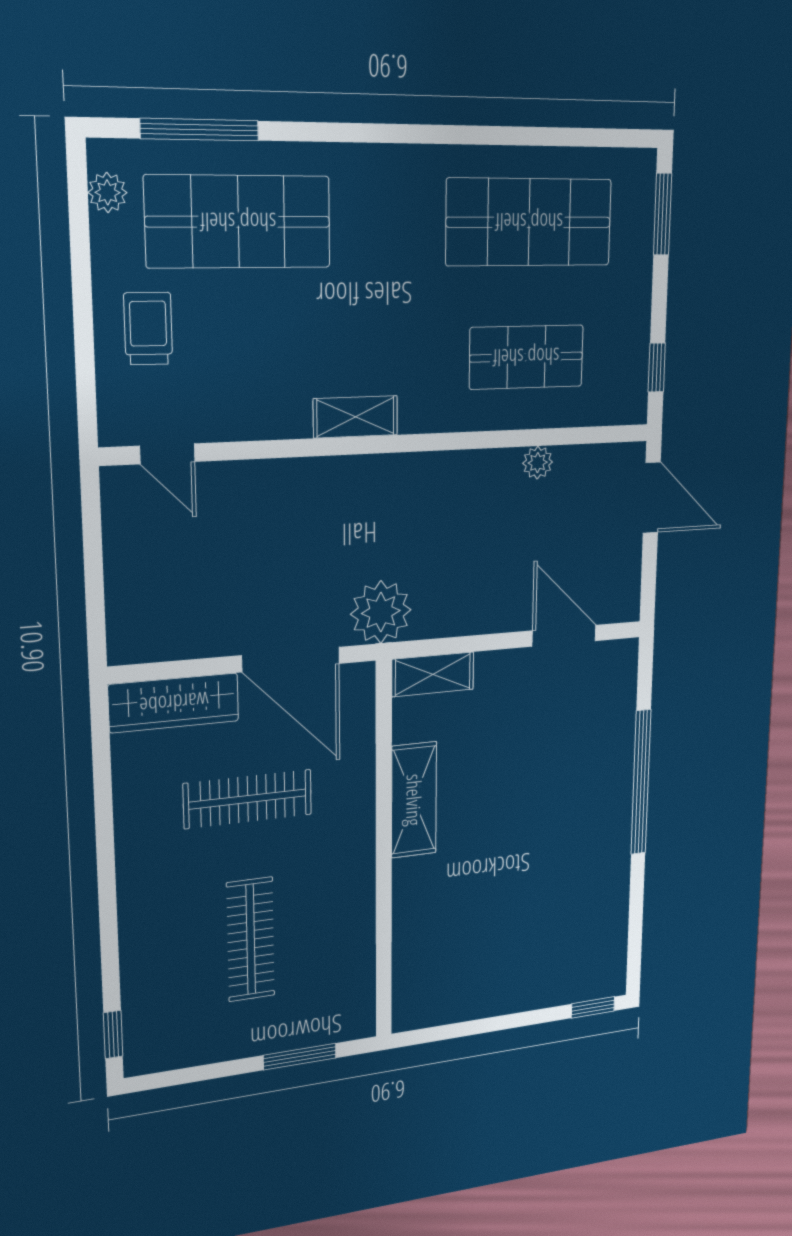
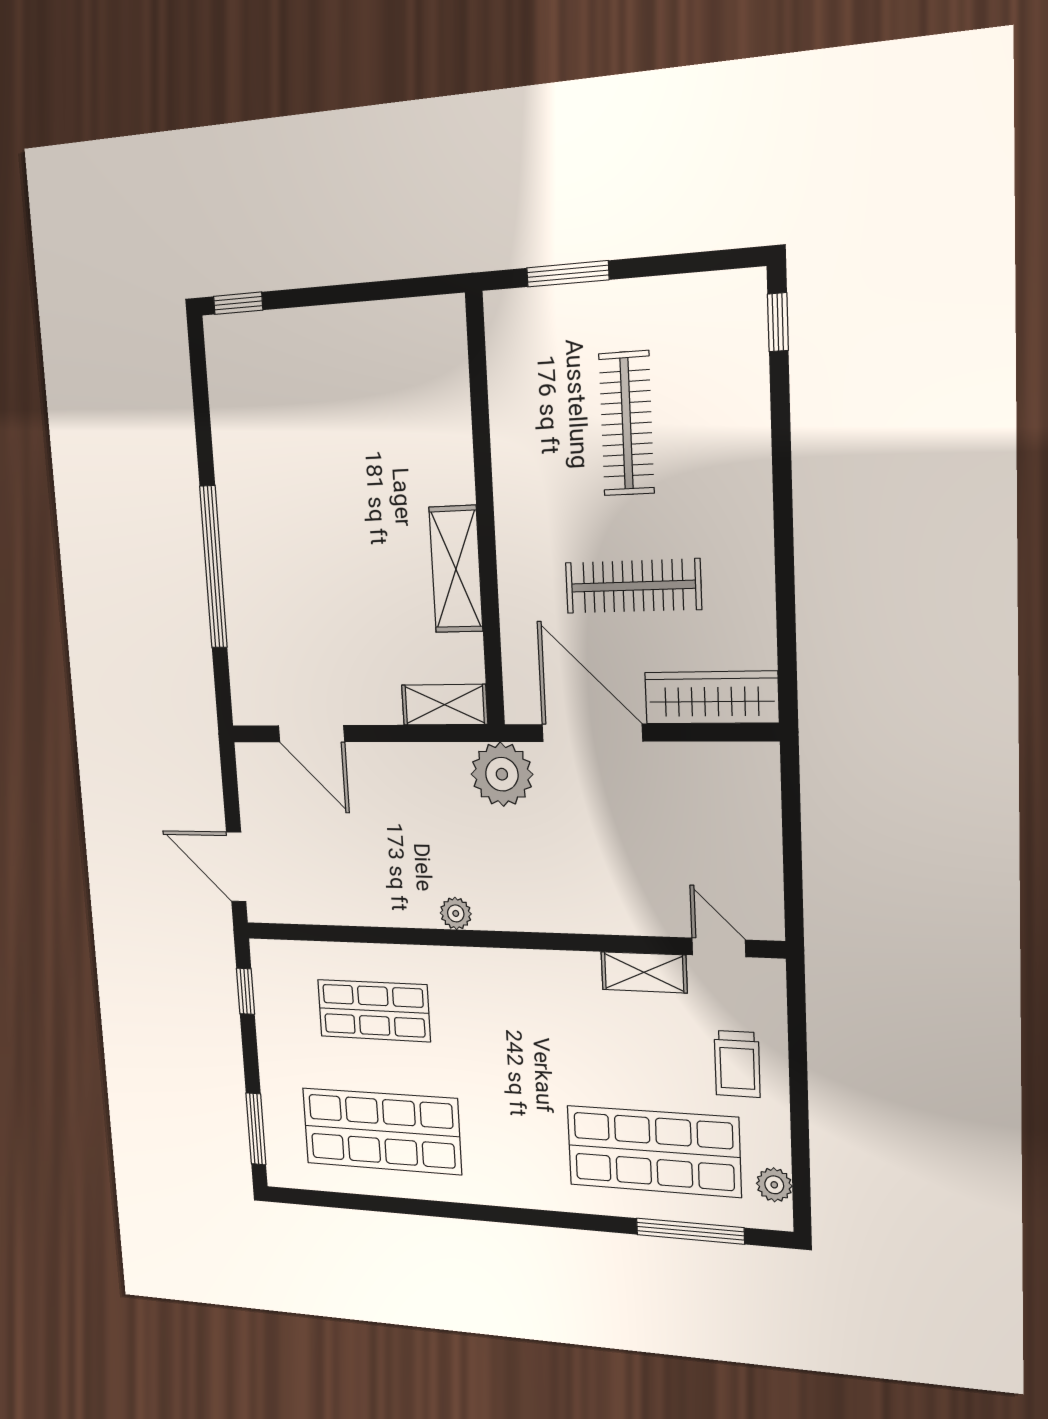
shelving: (355, 417) -> (644, 972), moved
plant: (538, 463) -> (456, 913), moved

